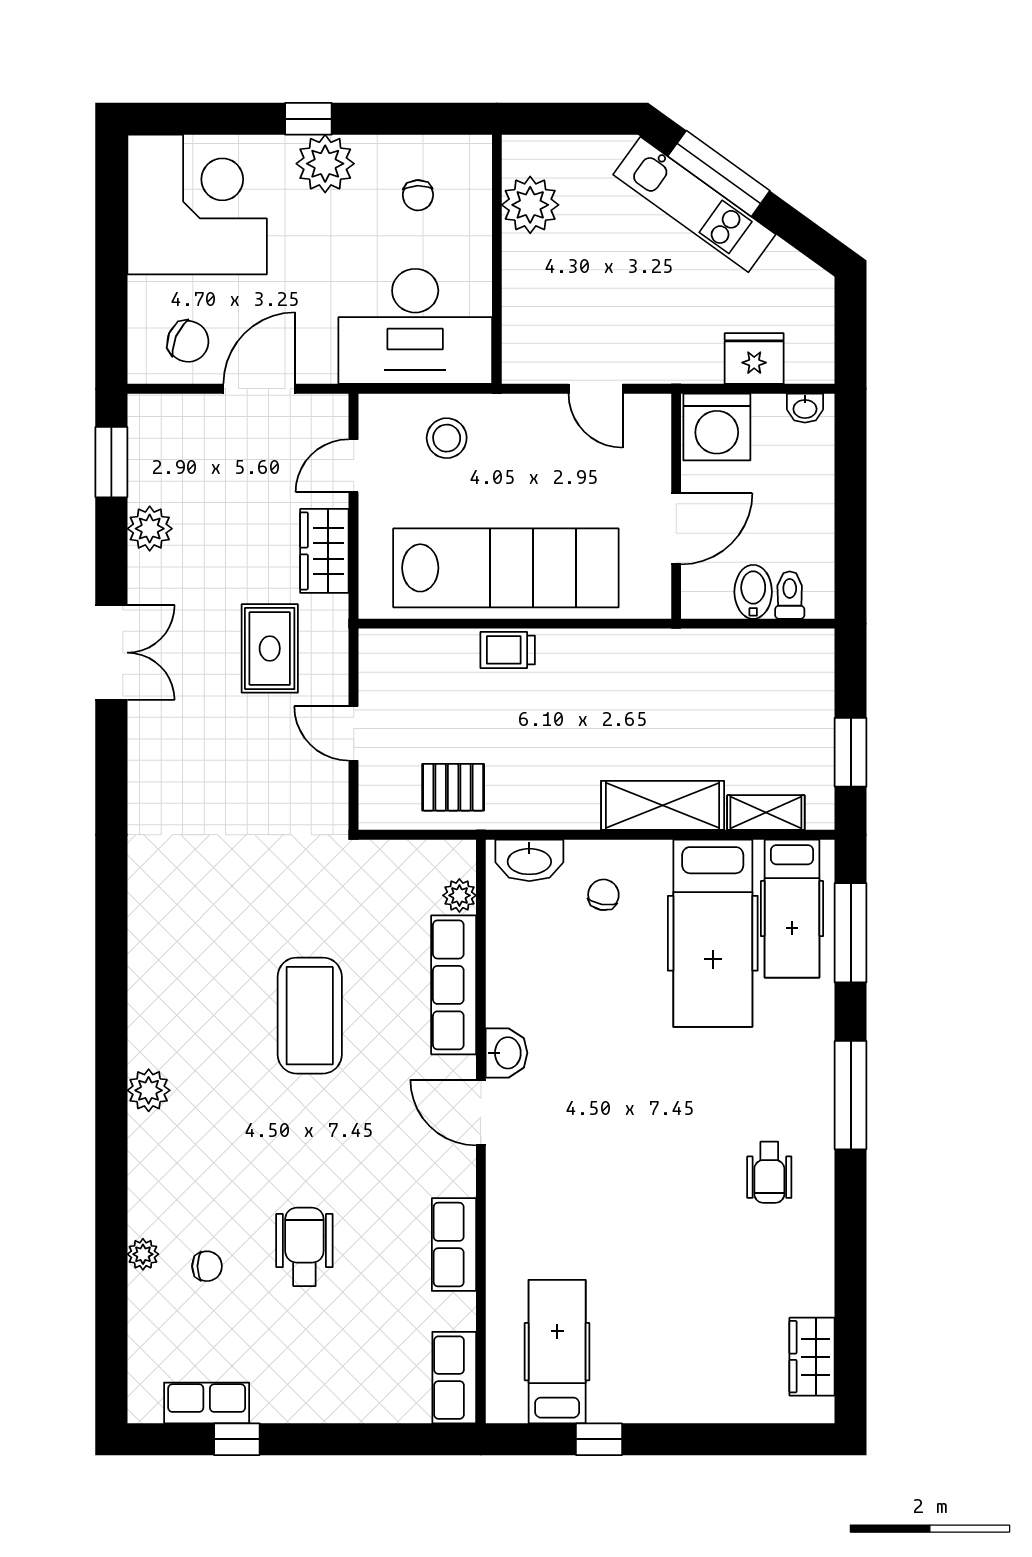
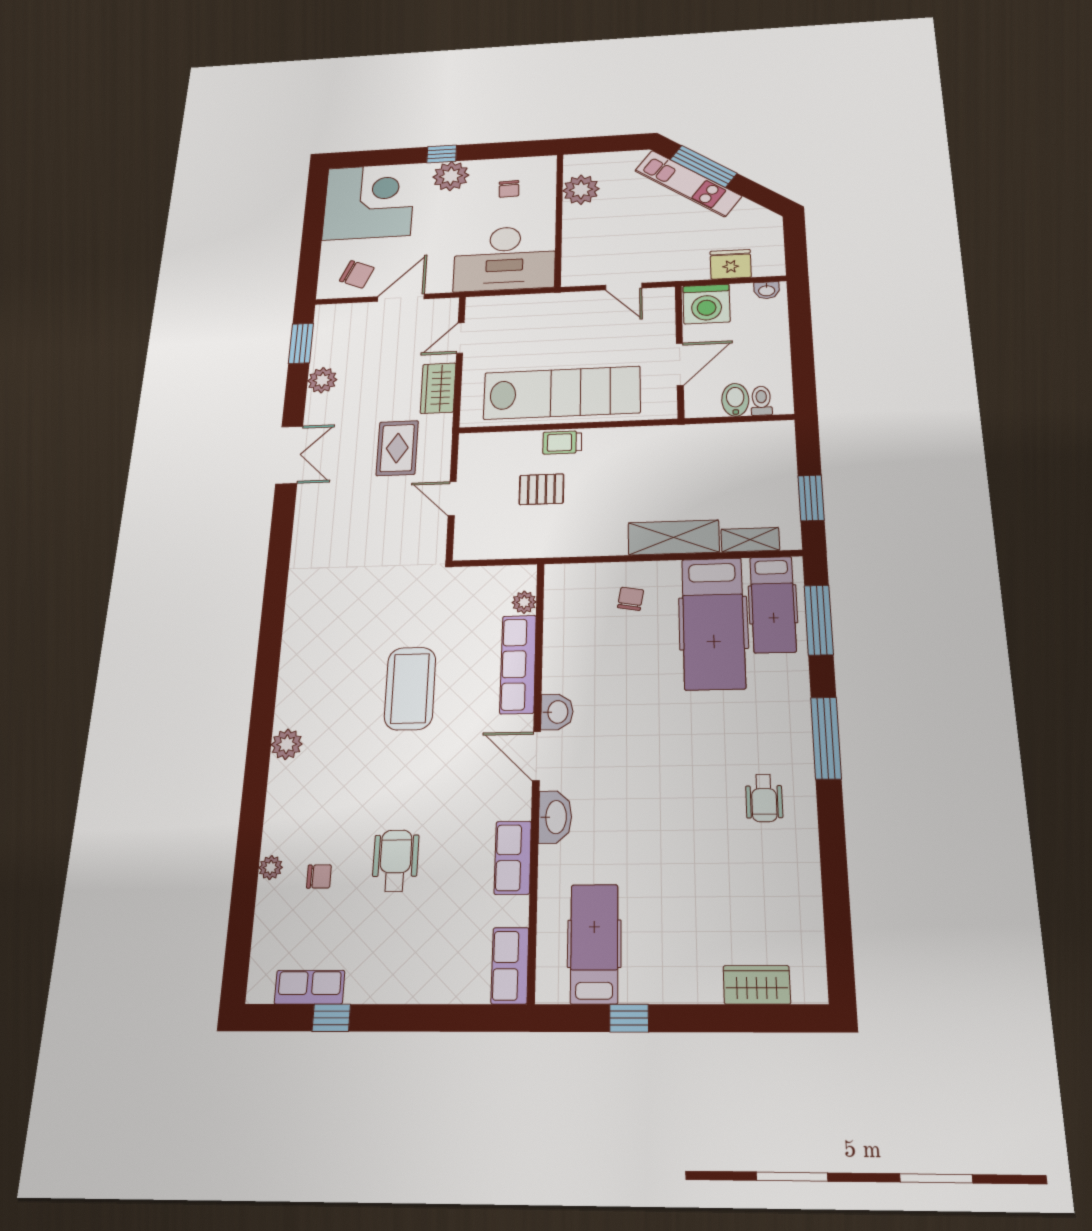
stool: (447, 438) -> (523, 319), removed
pallet: (453, 787) -> (541, 489), moved
washbasin: (529, 860) -> (555, 817), moved, turned -90
wardrobe: (812, 1357) -> (757, 985), moved, turned 90

